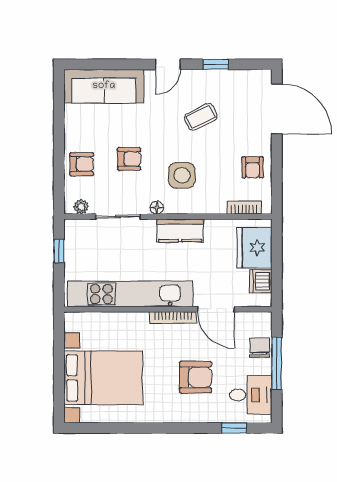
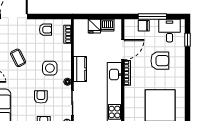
fridge: (254, 247) -> (94, 26), width x0.53, depth x0.75
armchair: (196, 377) -> (160, 61), turned 90

